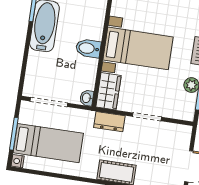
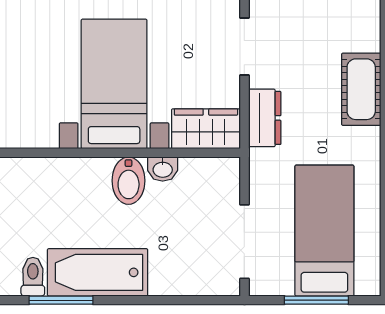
washbasin: (87, 98) -> (163, 169), moved
nightstand: (18, 161) -> (368, 285), removed

